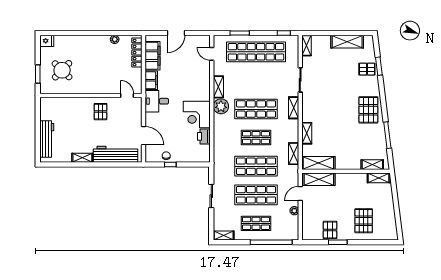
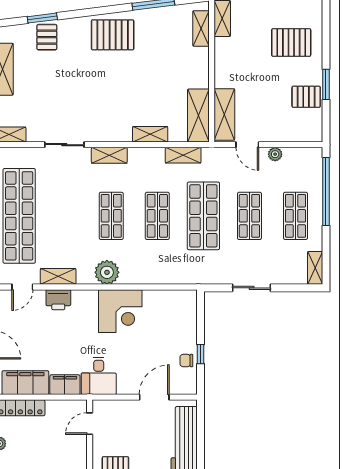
shelving: (218, 87) -> (58, 276), moved
shop shelf: (256, 109) -> (111, 216), width x0.70, depth x0.74
printer: (204, 136) -> (58, 300), moved
shop shelf: (256, 195) -> (249, 216), width x0.70, depth x0.74

